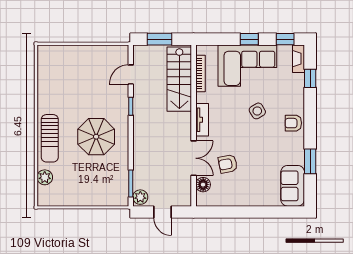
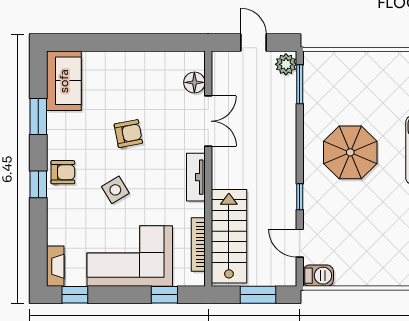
window: (249, 39) -> (164, 295), moved
barbecue: (118, 52) -> (318, 276), added
door: (131, 74) -> (300, 243), swing flipped
window: (310, 78) -> (38, 184), moved
double door: (194, 158) -> (208, 121), swing flipped
armchair: (228, 164) -> (128, 134), moved

